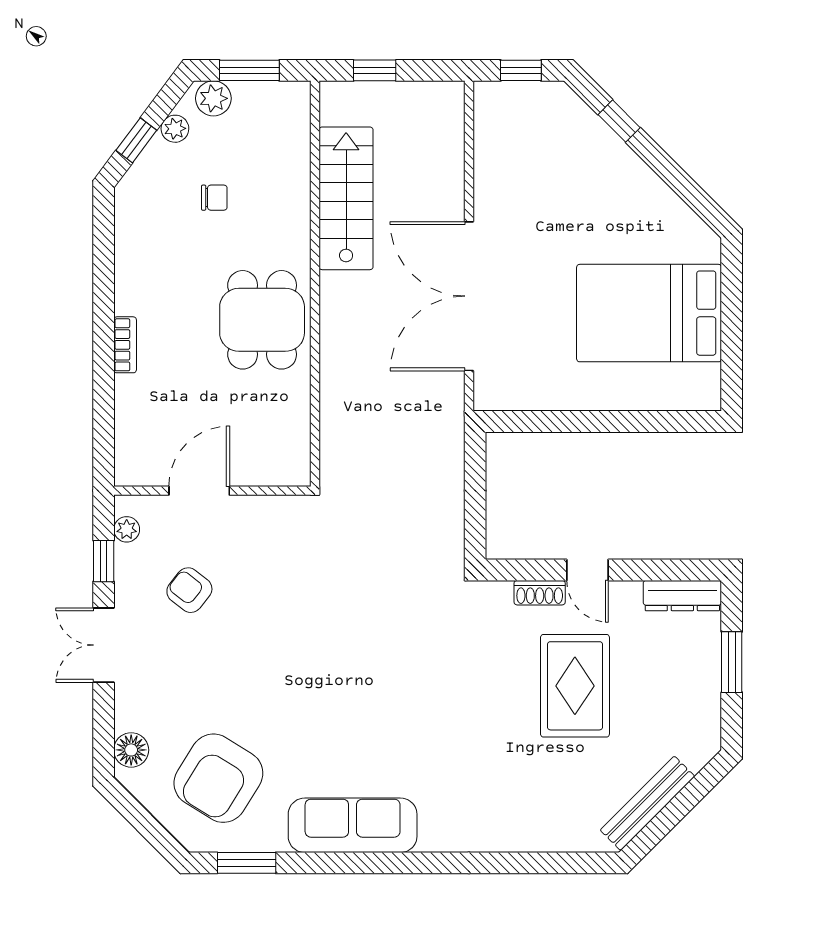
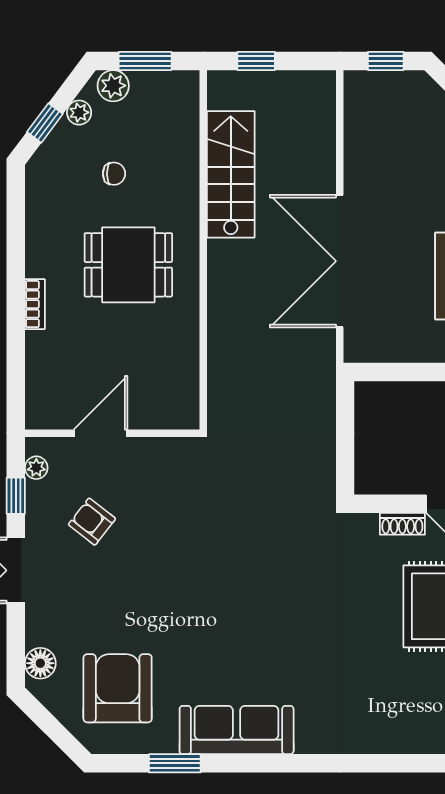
dining table: (262, 320) -> (128, 265), moved, turned 90
armchair: (218, 778) -> (118, 688), turned 148
window: (247, 863) -> (175, 763), moved

